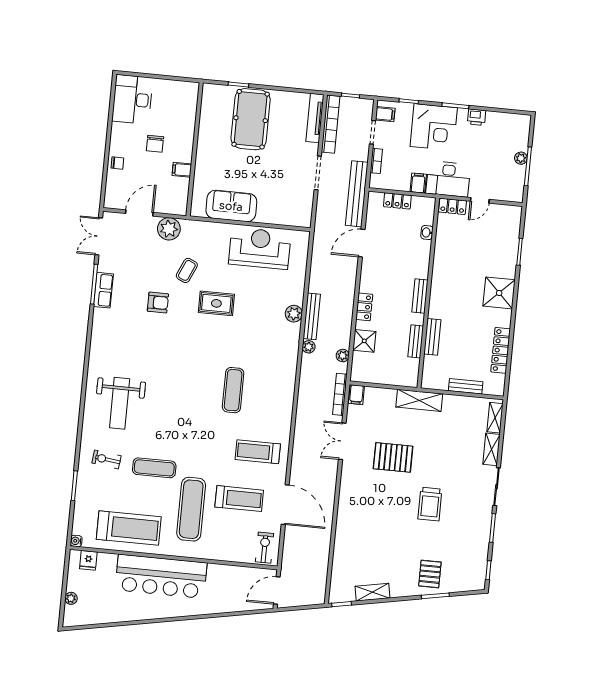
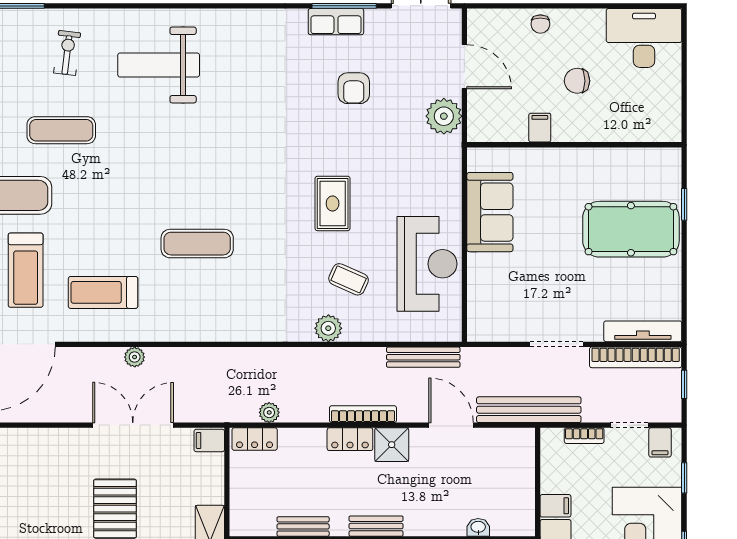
locker: (397, 201) -> (255, 439), moved, turned -90
coffee table: (187, 270) -> (349, 279), moved
armchair: (158, 303) -> (354, 88), moved
bench: (312, 316) -> (423, 357), moved
shower: (364, 341) -> (392, 445), moved
plant: (309, 347) -> (135, 357), moved
bookcase: (340, 394) -> (363, 414), moved
double door: (342, 441) -> (133, 425), width x1.37
treadmill: (258, 452) -> (103, 292), turned -90
exercise mat: (154, 468) -> (61, 130), turned 90

